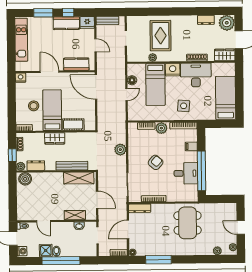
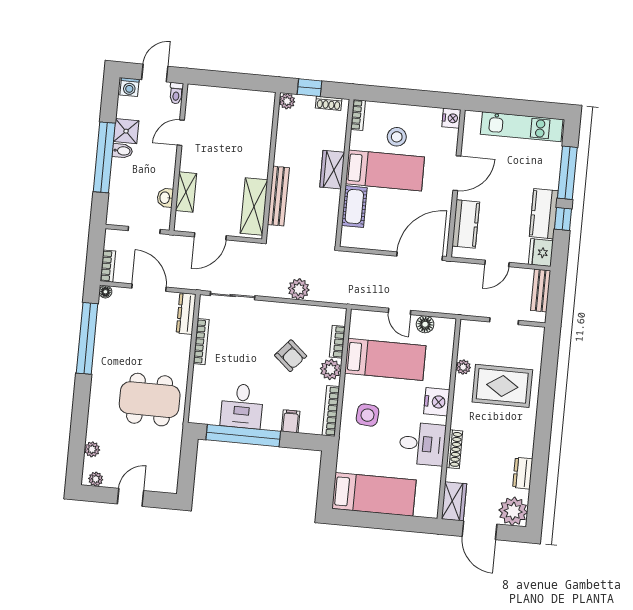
window: (43, 13) -> (567, 173), width x1.44
desk: (196, 75) -> (422, 444), width x0.73
bed: (155, 84) -> (385, 359), moved, turned 180
armchair: (156, 162) -> (291, 356), moved
dresser: (36, 166) -> (285, 129), removed
boiler: (25, 179) -> (263, 107), removed
window: (158, 260) -> (87, 338), width x1.46

